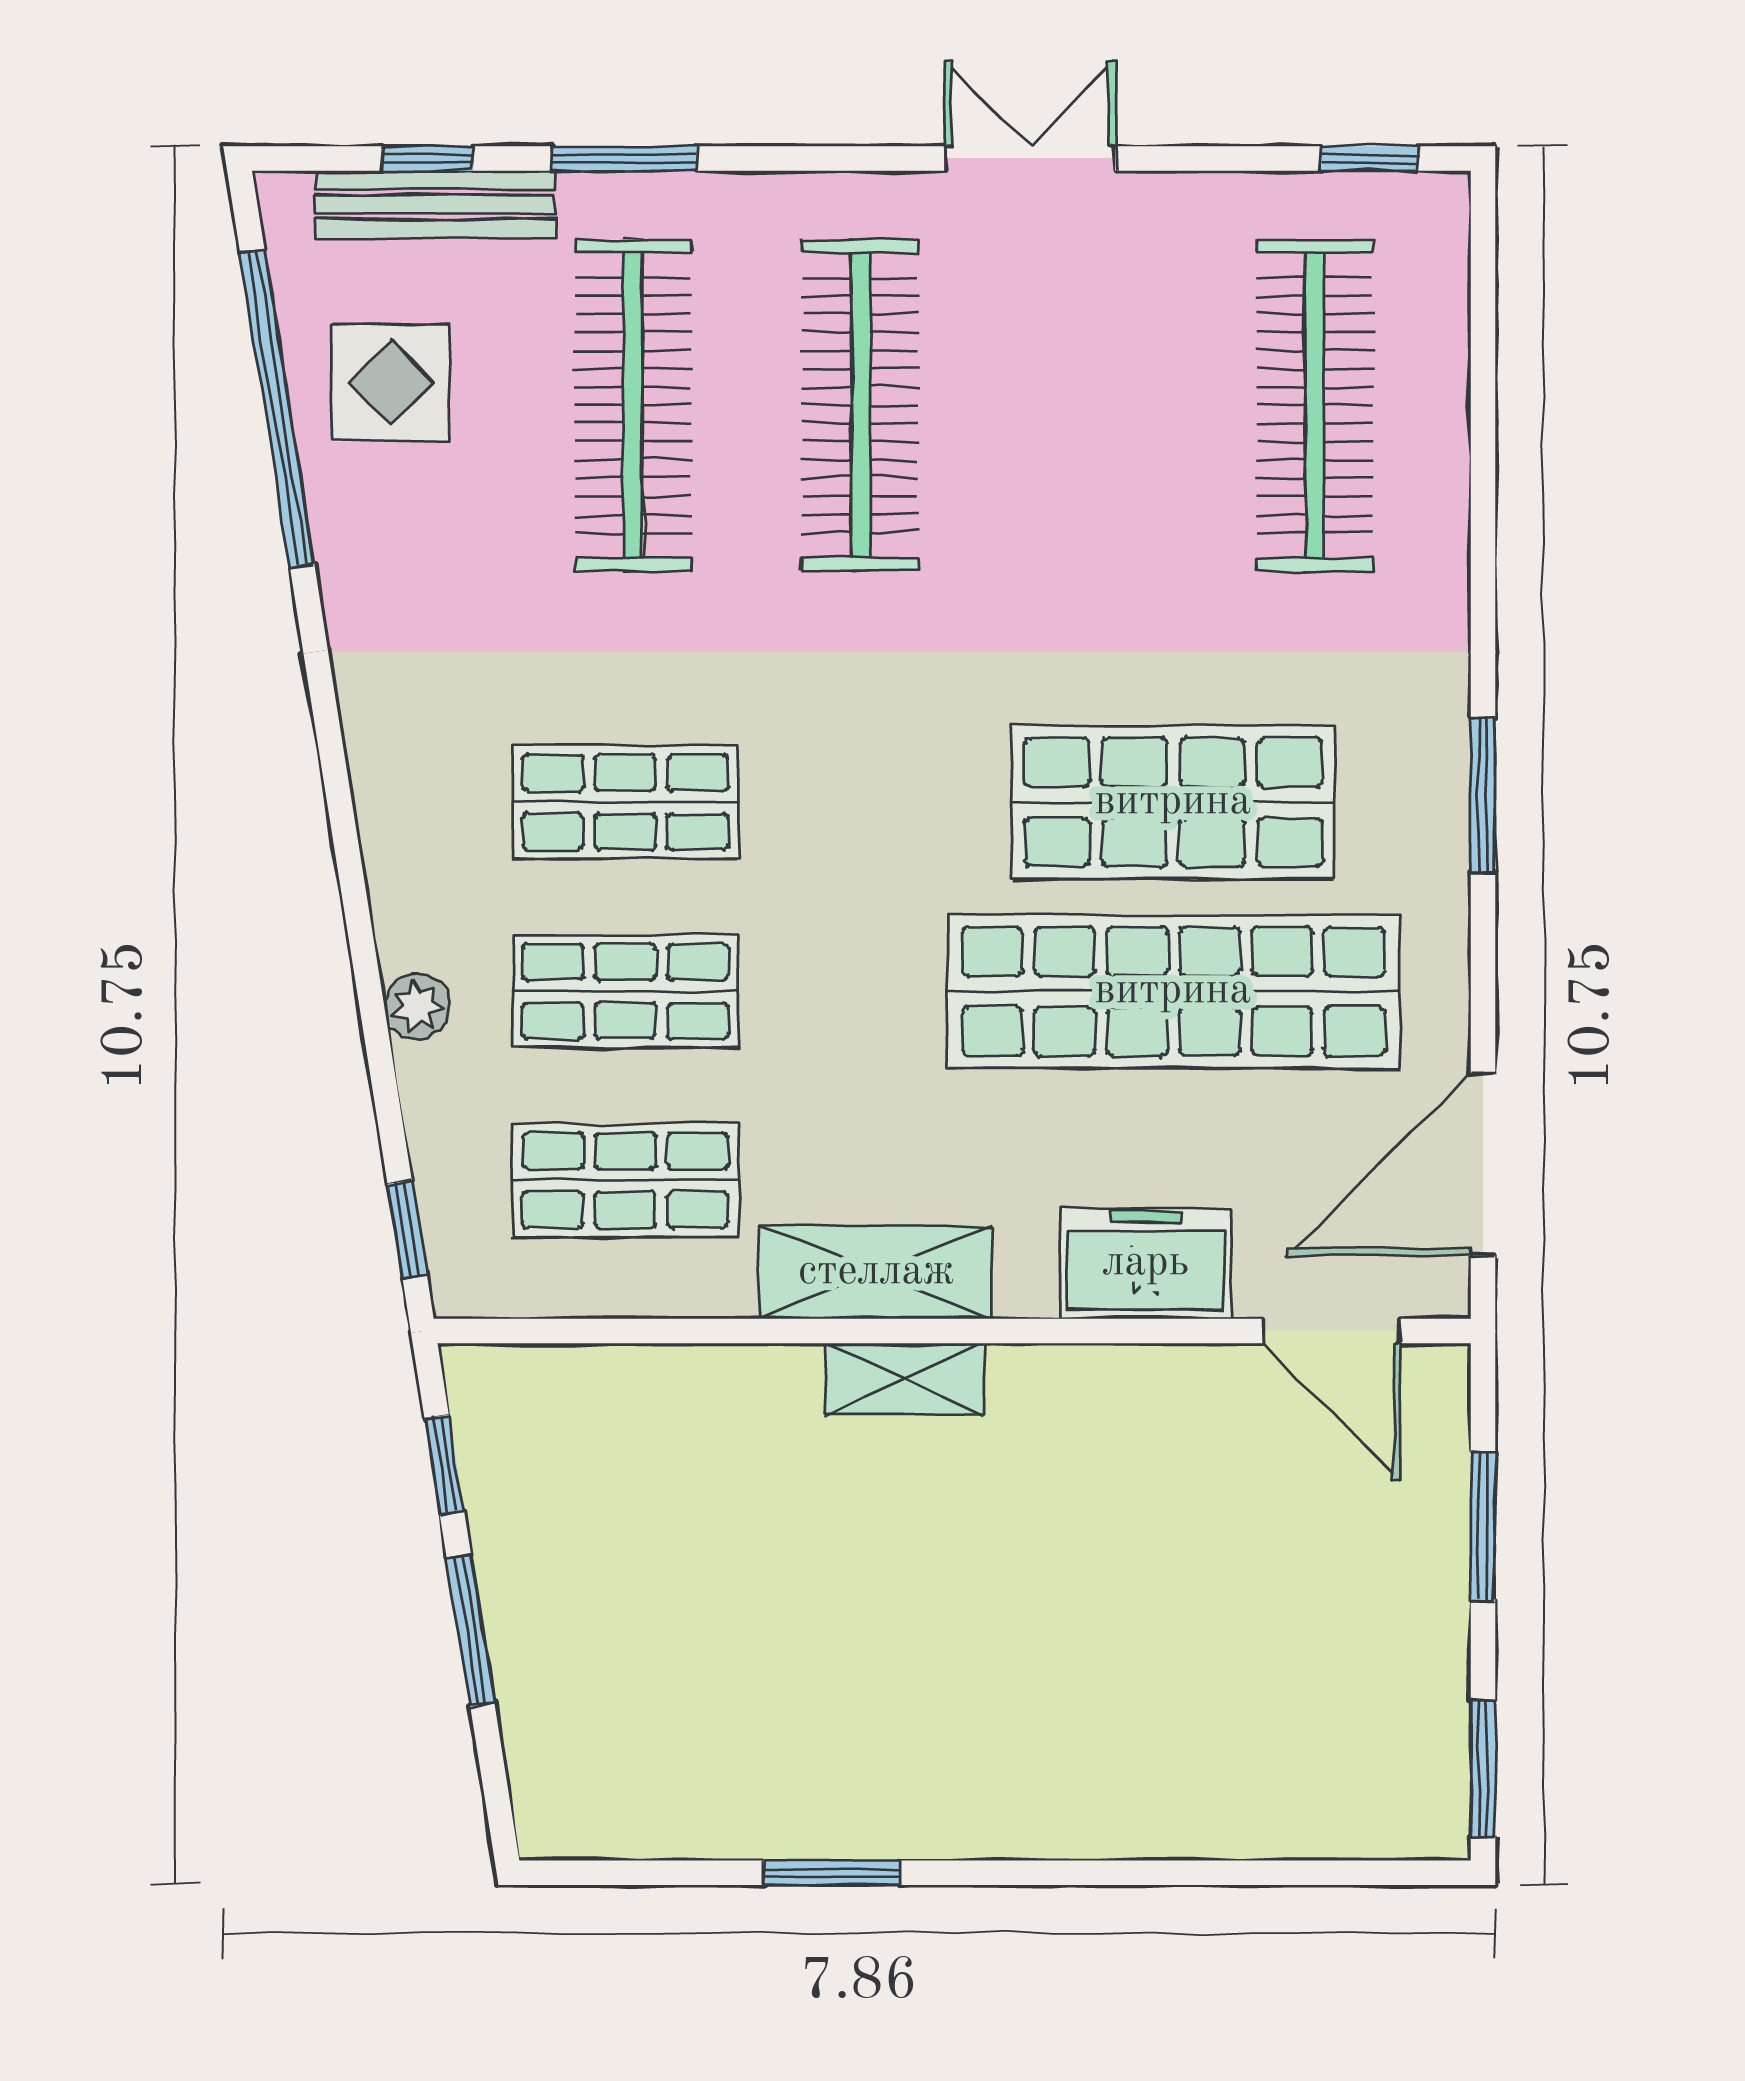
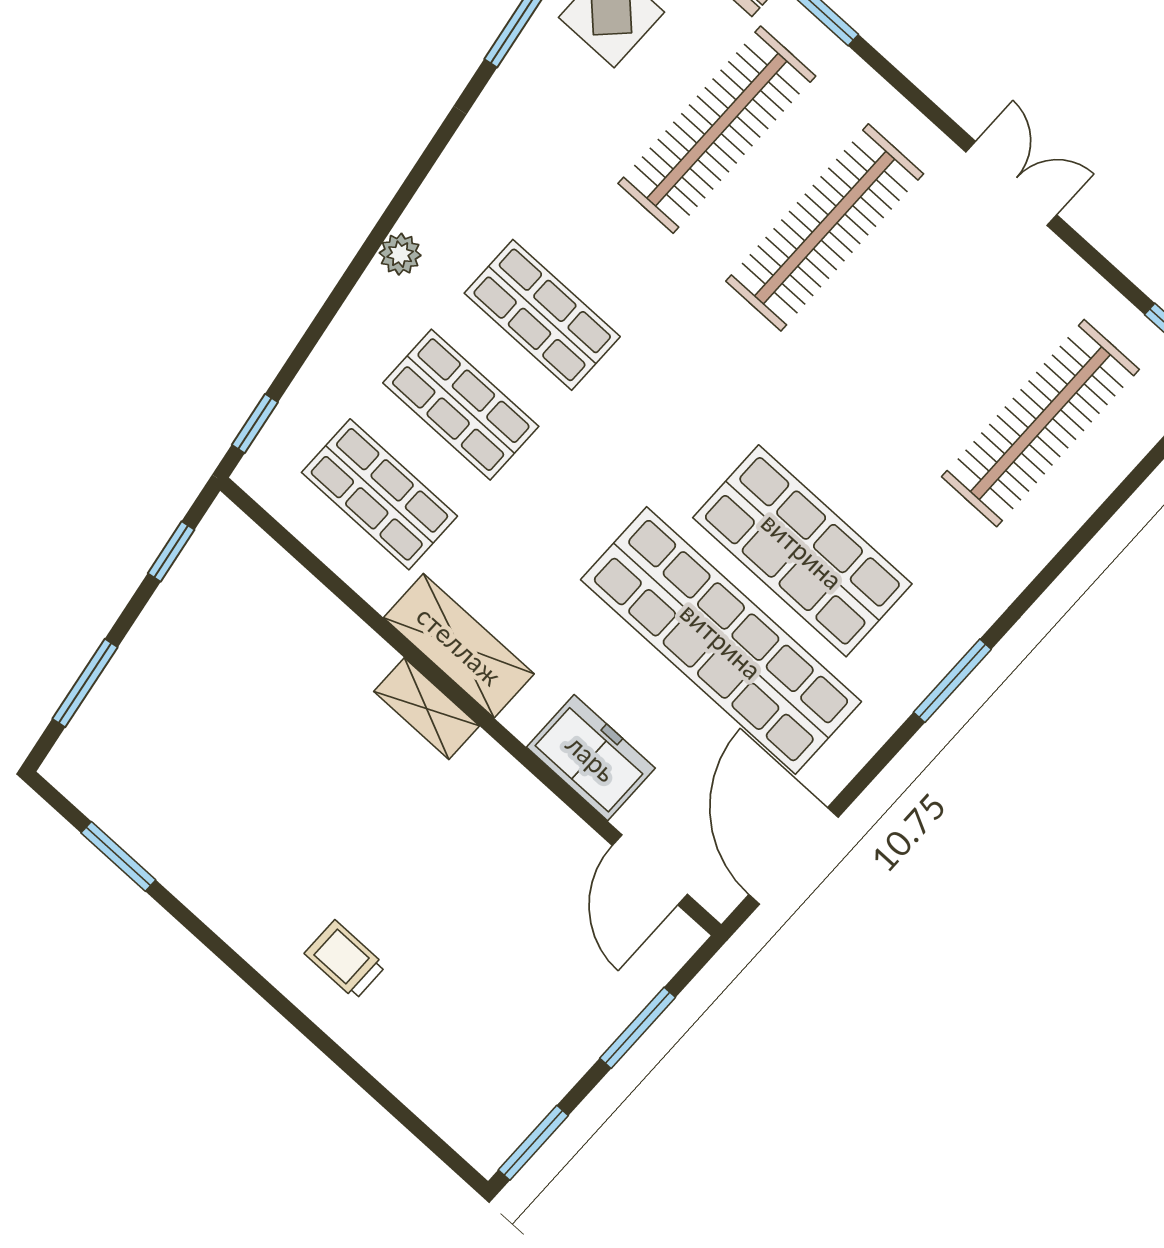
plant: (417, 1006) -> (400, 254), moved
door: (1483, 1164) -> (794, 856), hinge flipped
window: (471, 1630) -> (85, 683), moved
trolley: (1074, 1754) -> (345, 960), added
window: (831, 1873) -> (118, 856), moved

